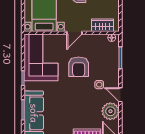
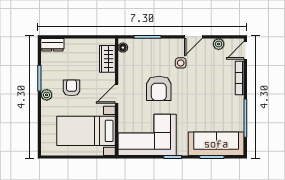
door: (74, 33) -> (117, 94), swing flipped
armchair: (79, 67) -> (159, 88), turned 90
plant: (110, 111) -> (219, 44), width x0.53, depth x0.53

